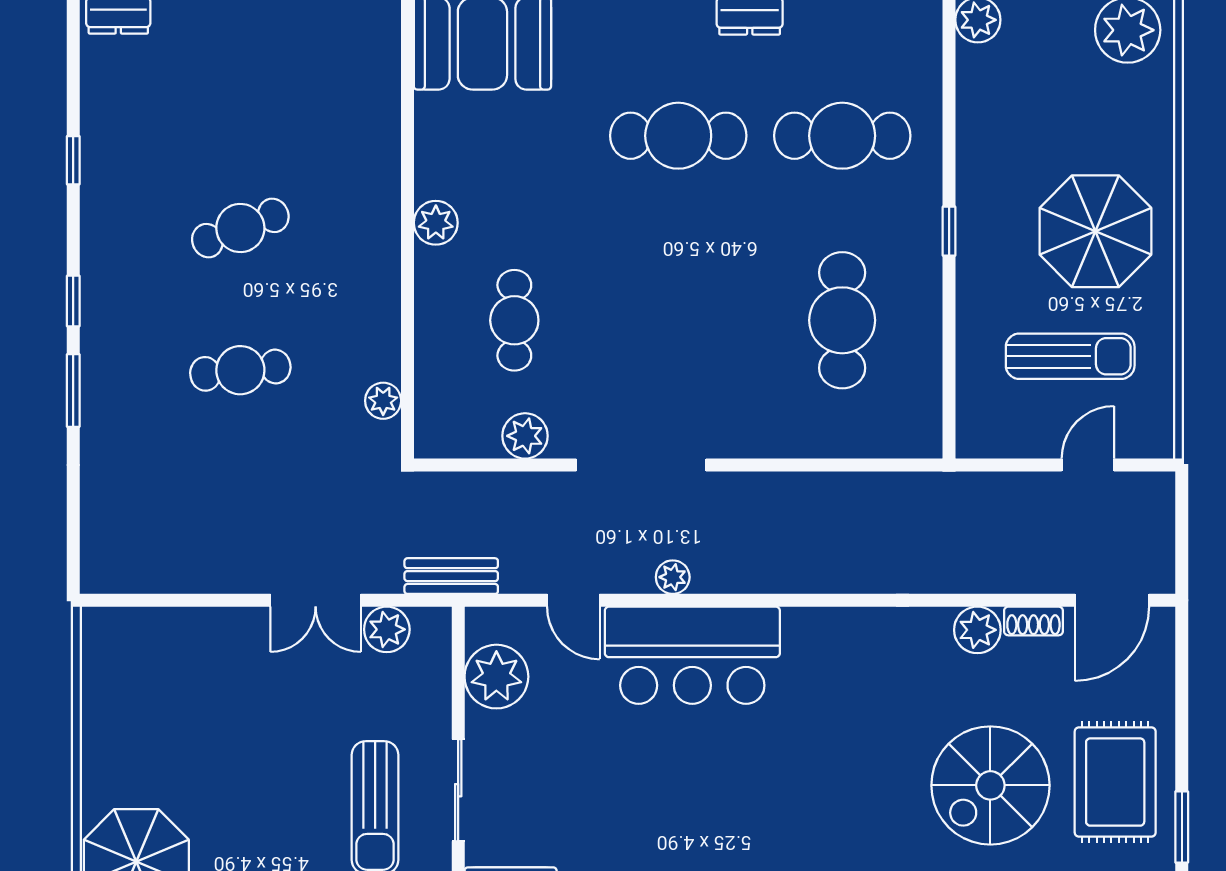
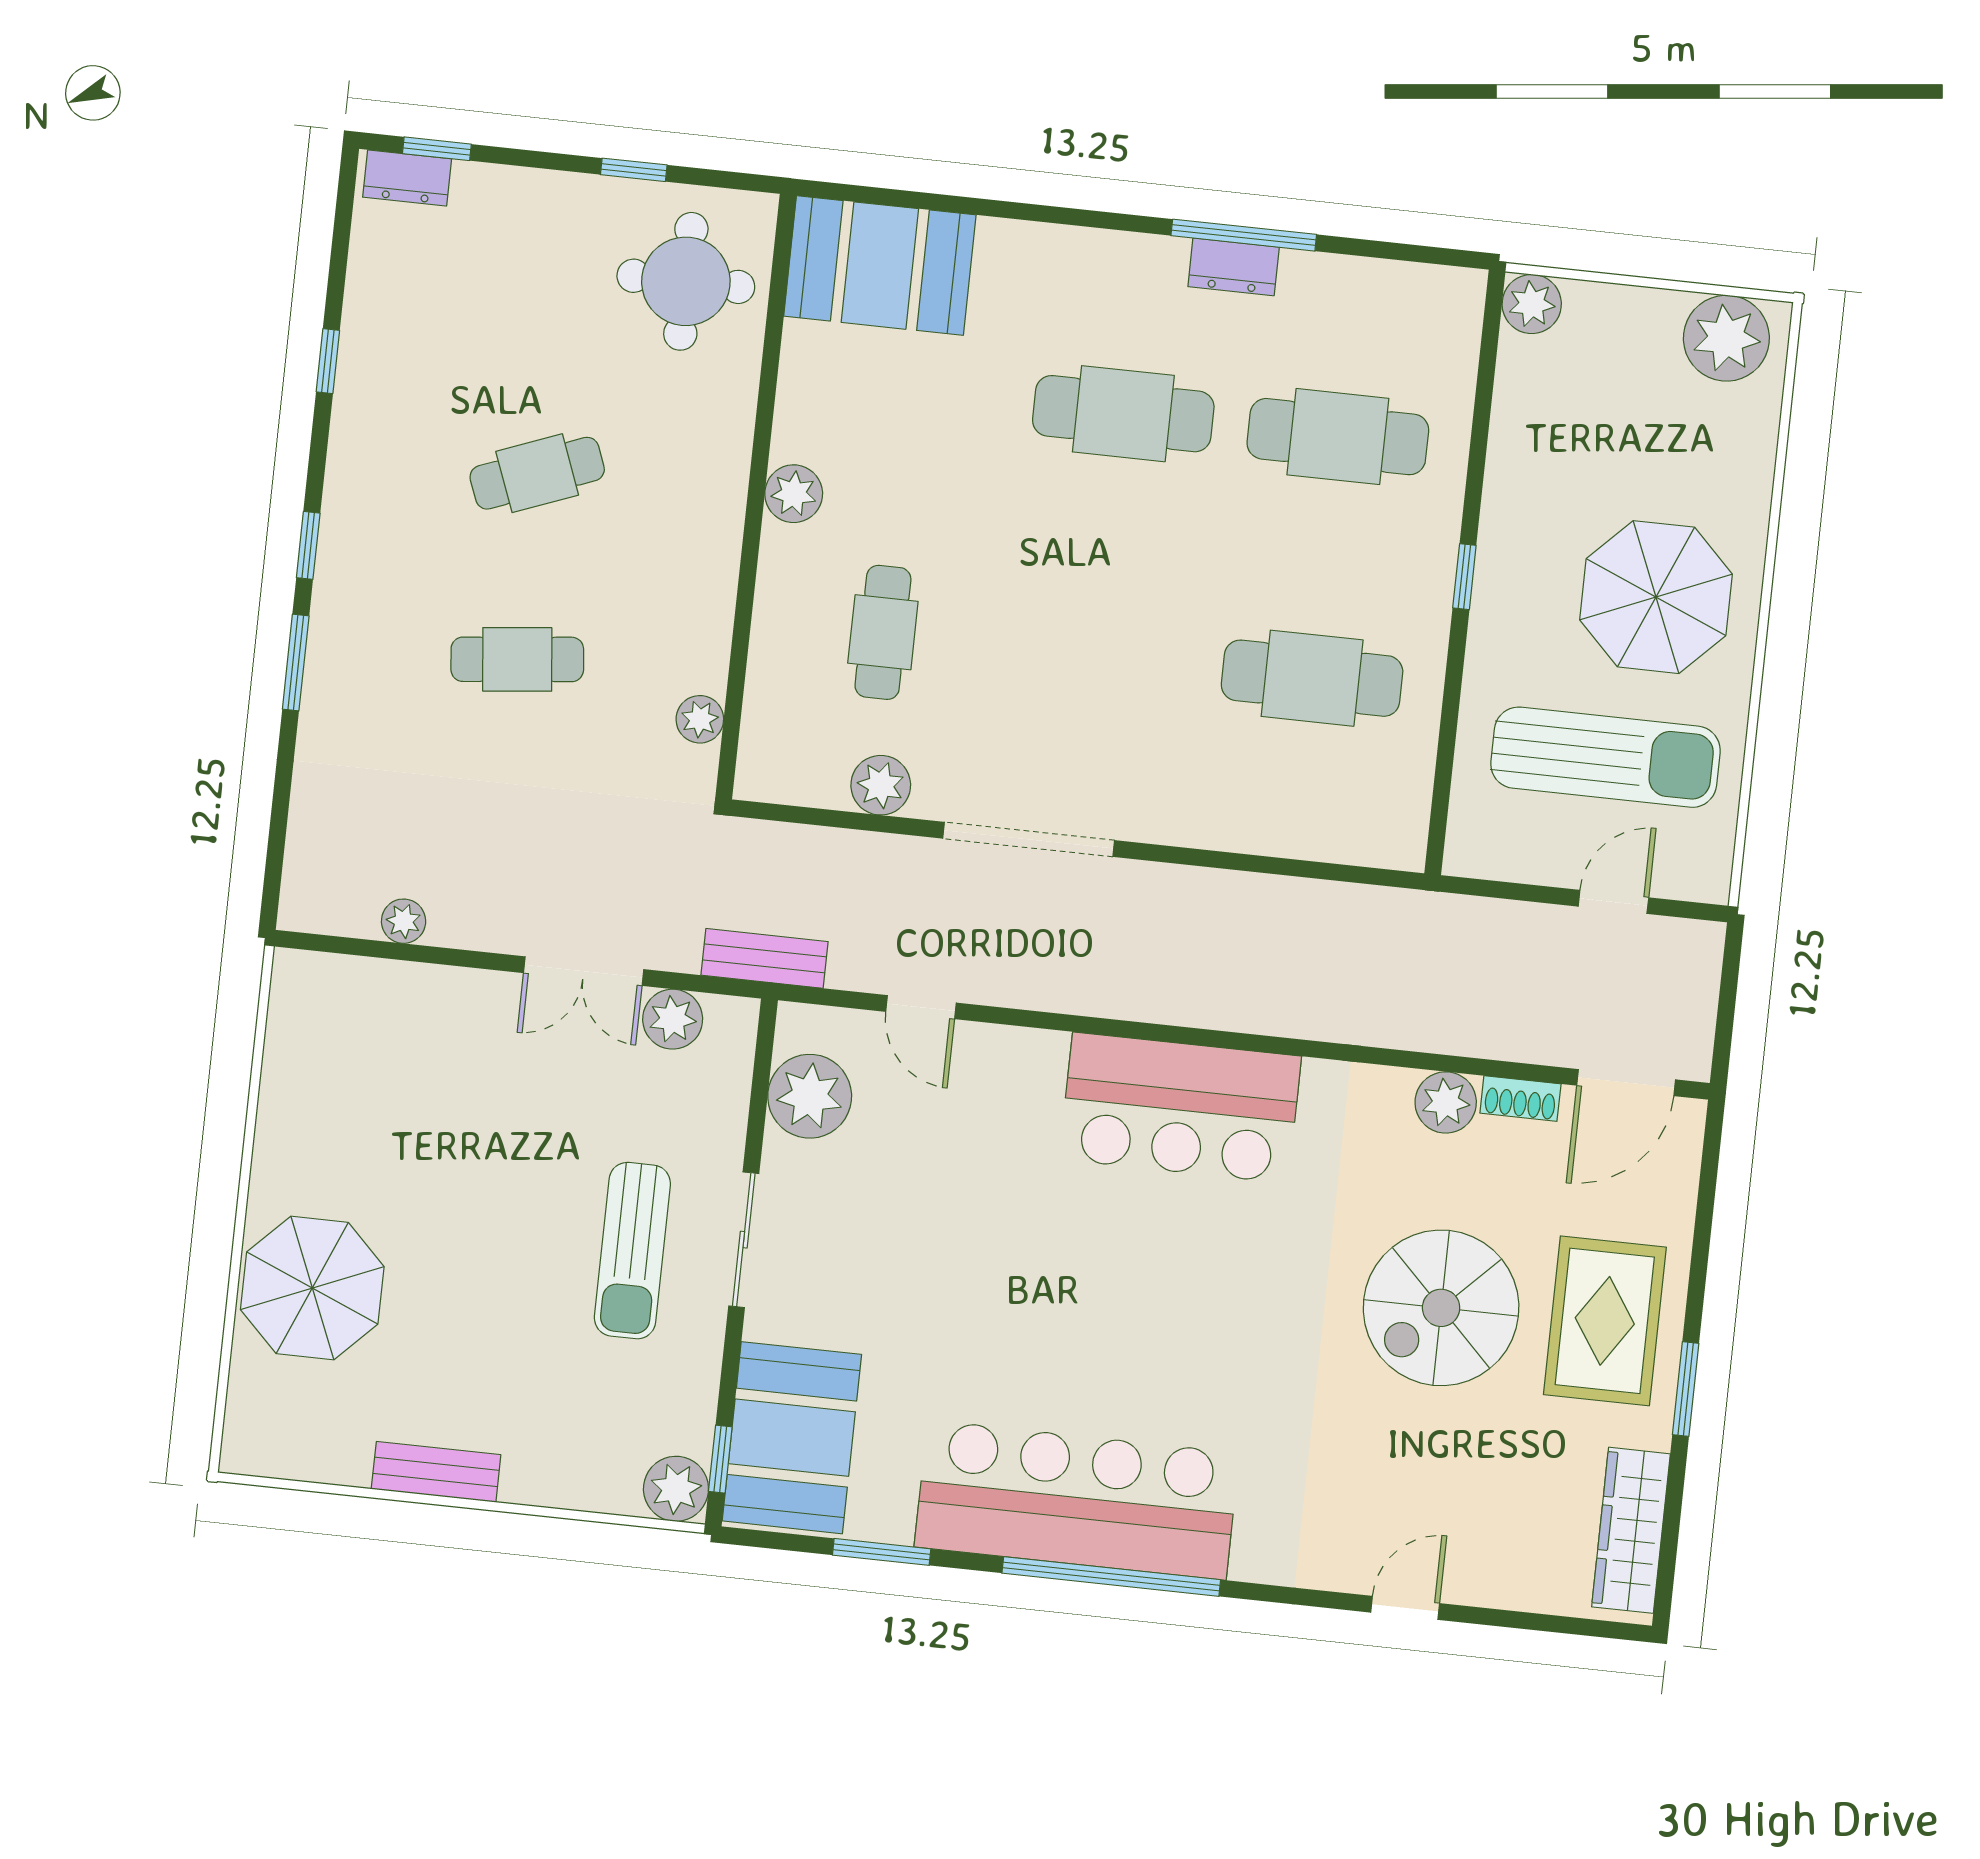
round table: (337, 71) -> (686, 281), added
cafe table: (842, 320) -> (1312, 678), turned 90
sun lounger: (1070, 356) -> (1606, 757), width x1.36, depth x1.34
plant: (673, 577) -> (404, 921), moved
bar counter: (692, 655) -> (1180, 1108), moved

